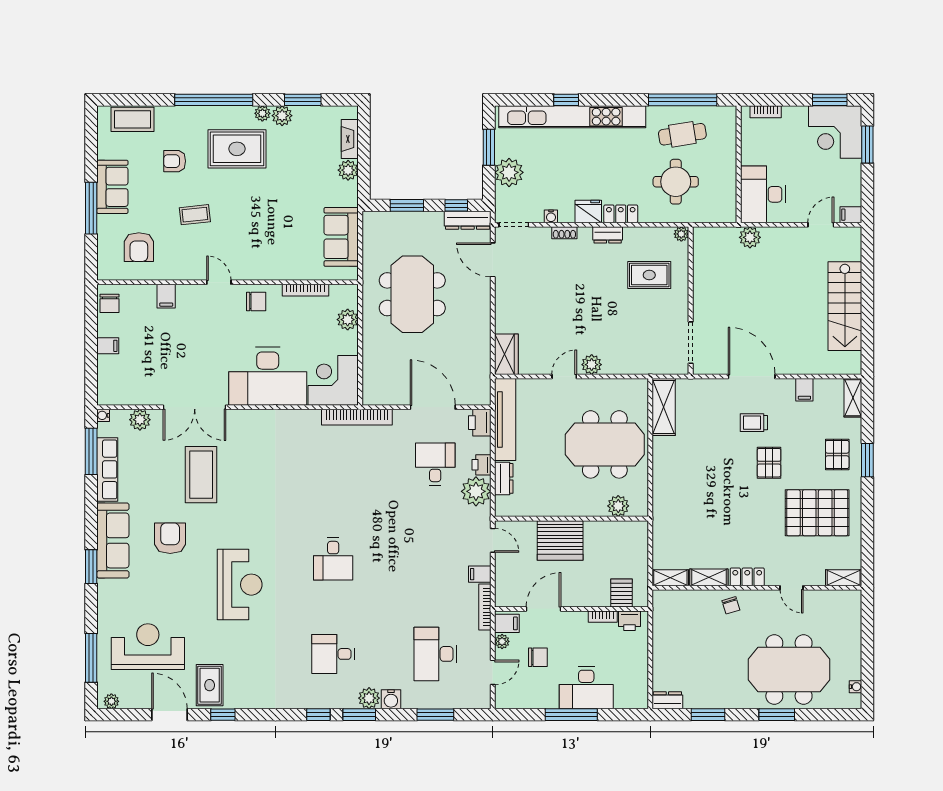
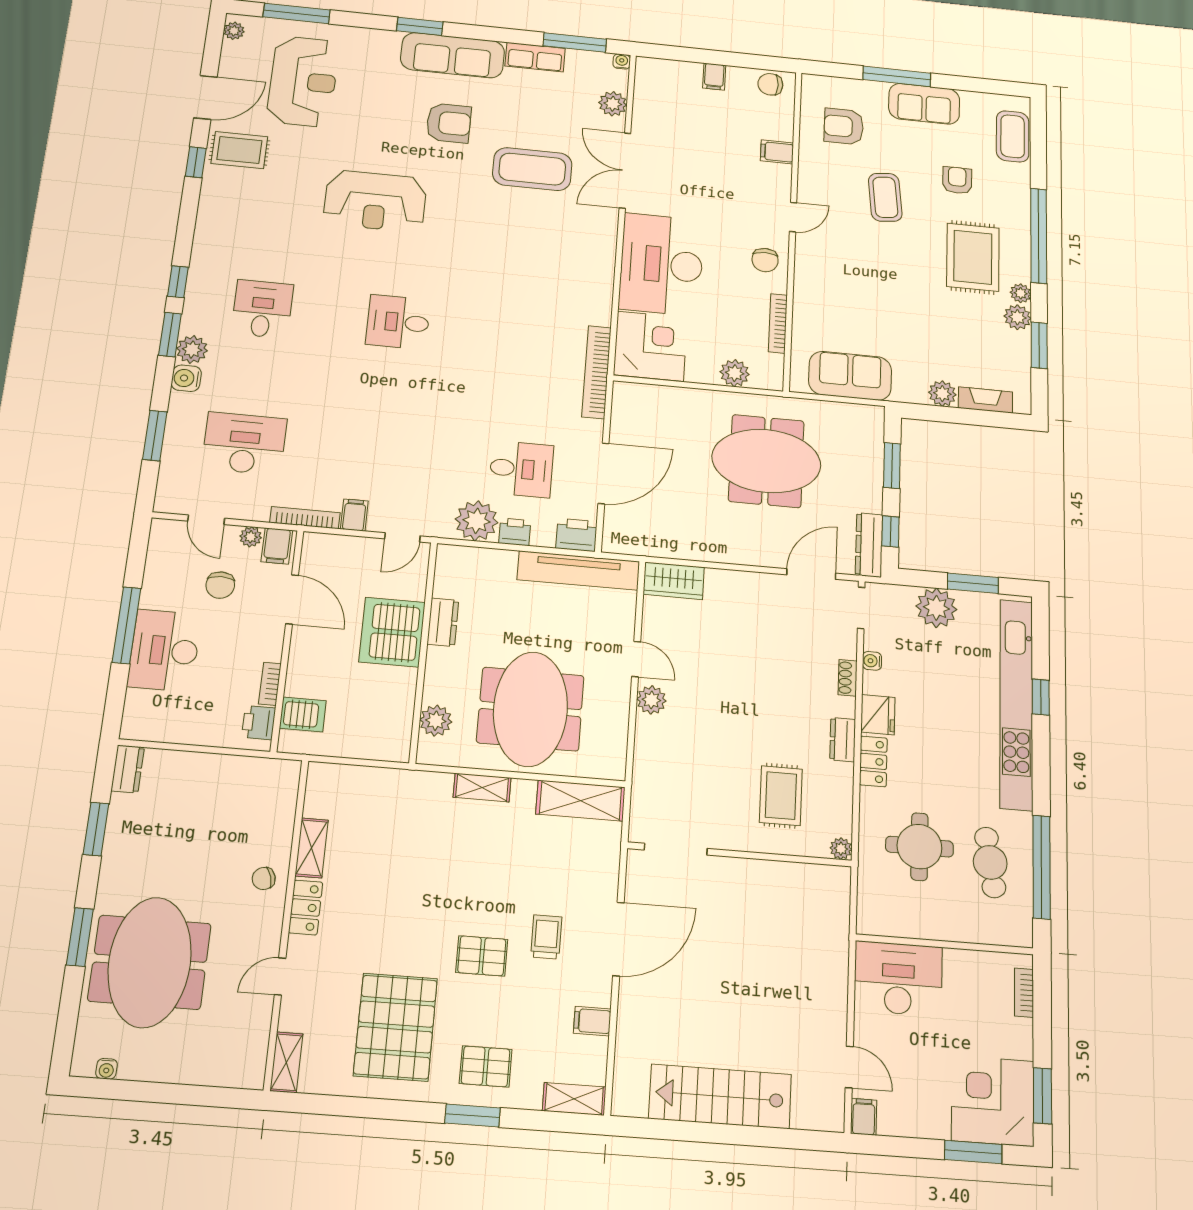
coffee table: (195, 215) -> (885, 197), width x1.36, depth x1.30
plant: (750, 237) -> (833, 953), removed
row of seats: (107, 469) -> (535, 57), width x0.68
dresser: (504, 478) -> (443, 622), moved, turned -90
shelving: (670, 578) -> (482, 787), moved, turned 90

